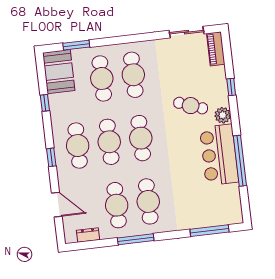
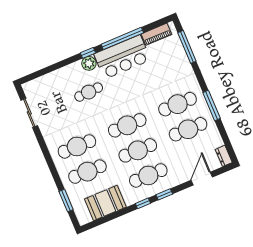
piano: (216, 49) -> (156, 34), moved
booth: (59, 72) -> (105, 203), moved
window: (231, 87) -> (88, 53), moved
window: (45, 103) -> (143, 203), moved
cafe table: (191, 106) -> (89, 92), turned 67
dresser: (88, 235) -> (224, 156), moved

